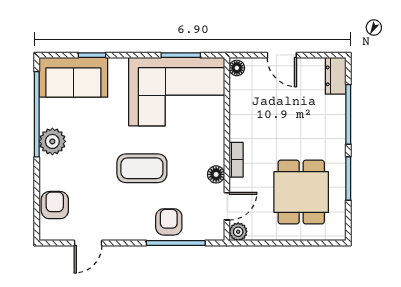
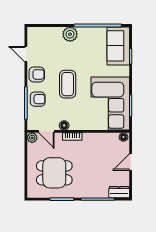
plant: (52, 141) -> (70, 34), moved
armchair: (55, 205) -> (37, 74), moved

